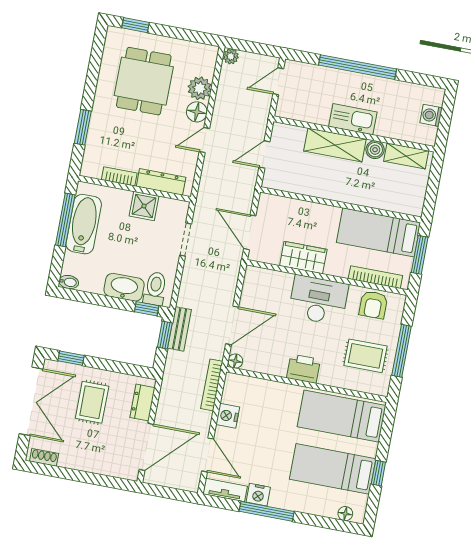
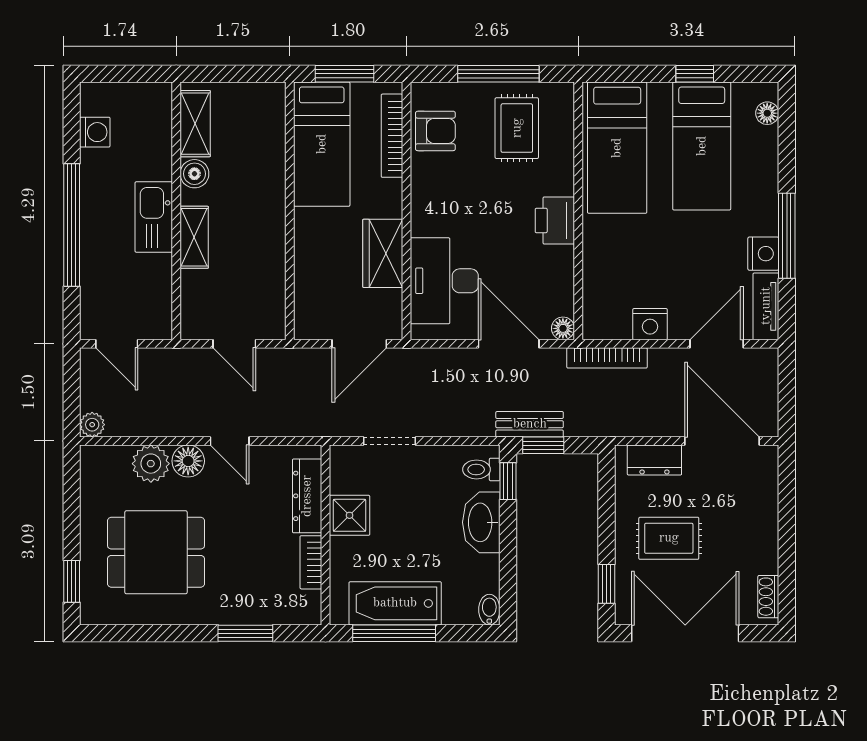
washing machine: (431, 115) -> (95, 132), moved, turned -90
shelving: (335, 145) -> (194, 237), width x0.67, depth x0.75
toilet: (155, 289) -> (481, 469), width x0.73, depth x0.72
desk: (318, 300) -> (444, 281), moved

